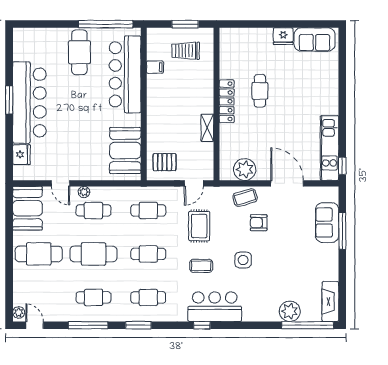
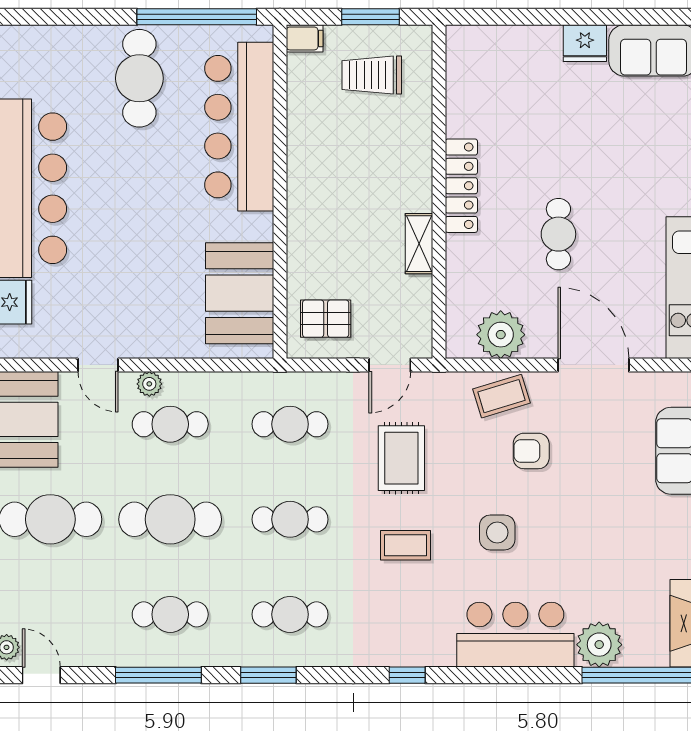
filing cabinet: (155, 67) -> (305, 38), moved
cafe table: (260, 91) -> (558, 234), moved
bar counter: (215, 307) -> (515, 635), moved

